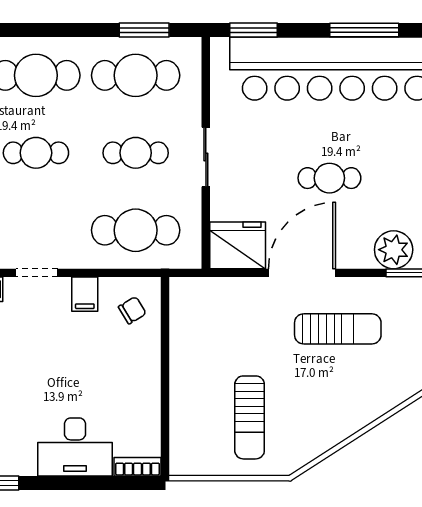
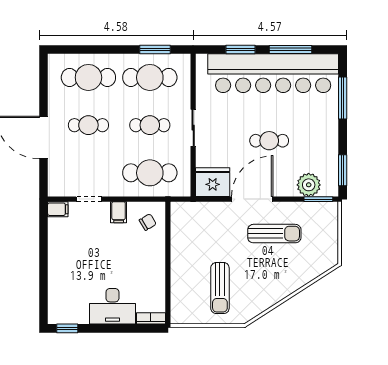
window: (254, 30) -> (241, 50), moved

